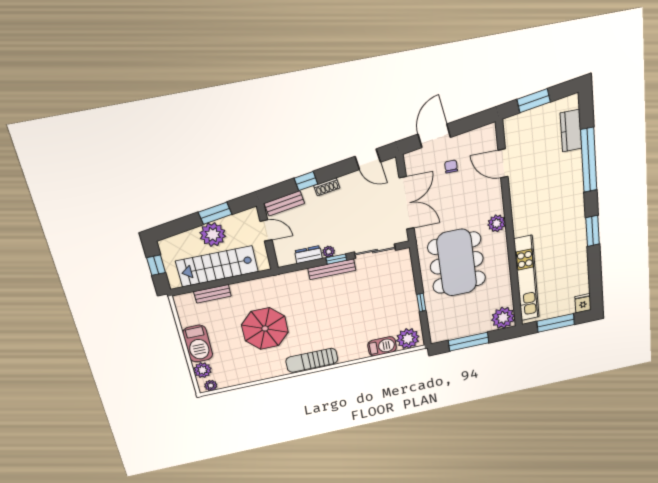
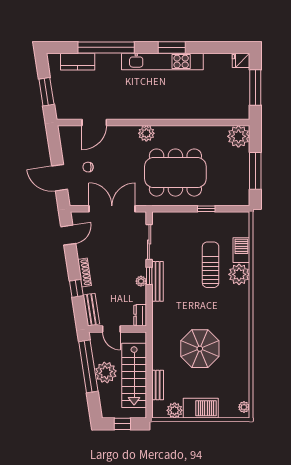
shoe rack: (327, 187) -> (85, 273), width x1.43
window: (215, 213) -> (88, 366), width x2.11
door: (266, 231) -> (111, 329), swing flipped
dresser: (308, 255) -> (140, 315), moved
kitchen unit: (527, 278) -> (162, 62), moved, turned 180
plant: (408, 339) -> (239, 274), moved
sun lounger: (312, 360) -> (211, 265), moved, turned 180
plant: (203, 370) -> (175, 410), moved

